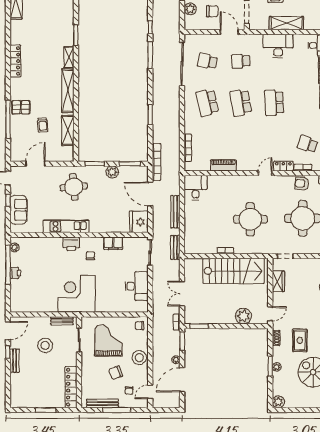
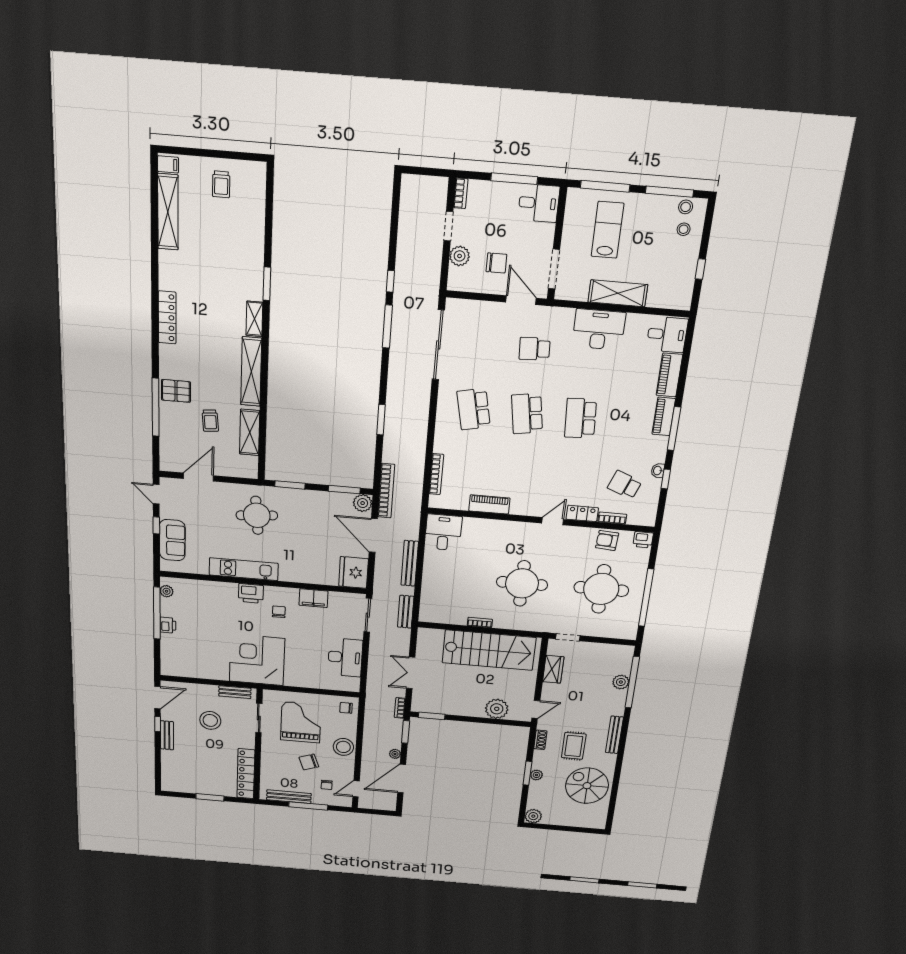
school desk: (207, 61) -> (480, 344), removed
plant: (112, 172) -> (363, 503), moved

